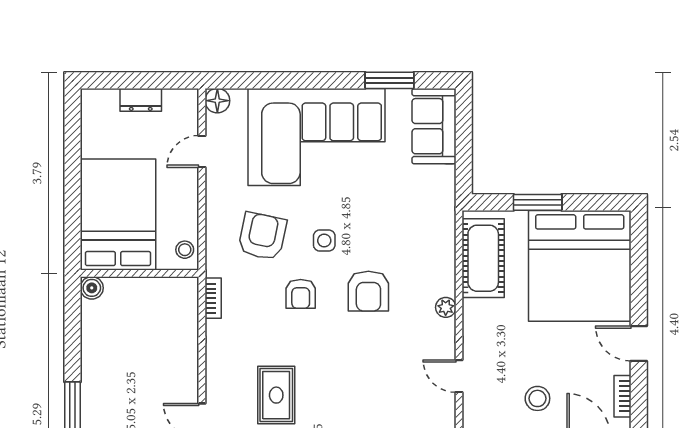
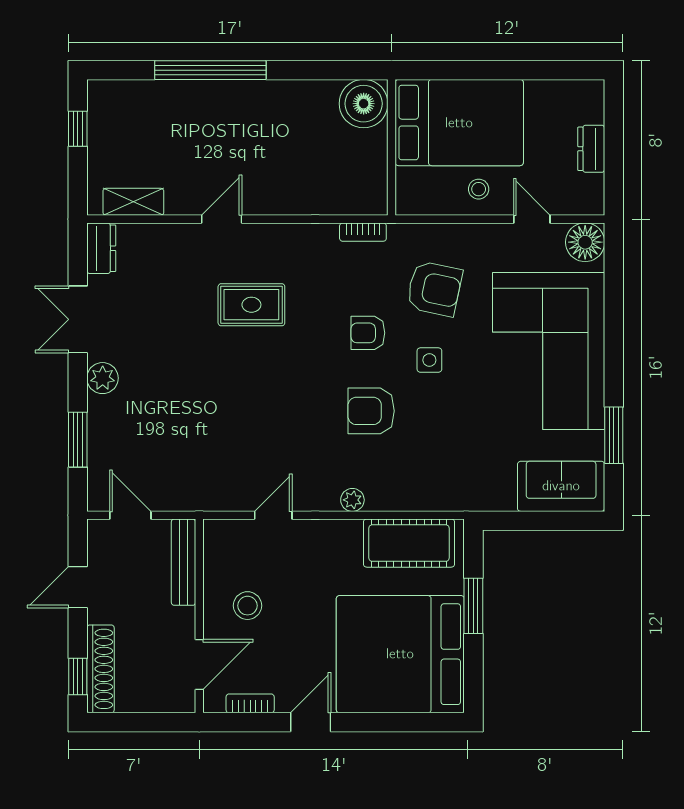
floor lamp: (217, 101) -> (585, 242), width x1.38, depth x1.38
stool: (185, 250) -> (479, 189), moved
boiler: (92, 288) -> (364, 104), width x1.86, depth x1.86

